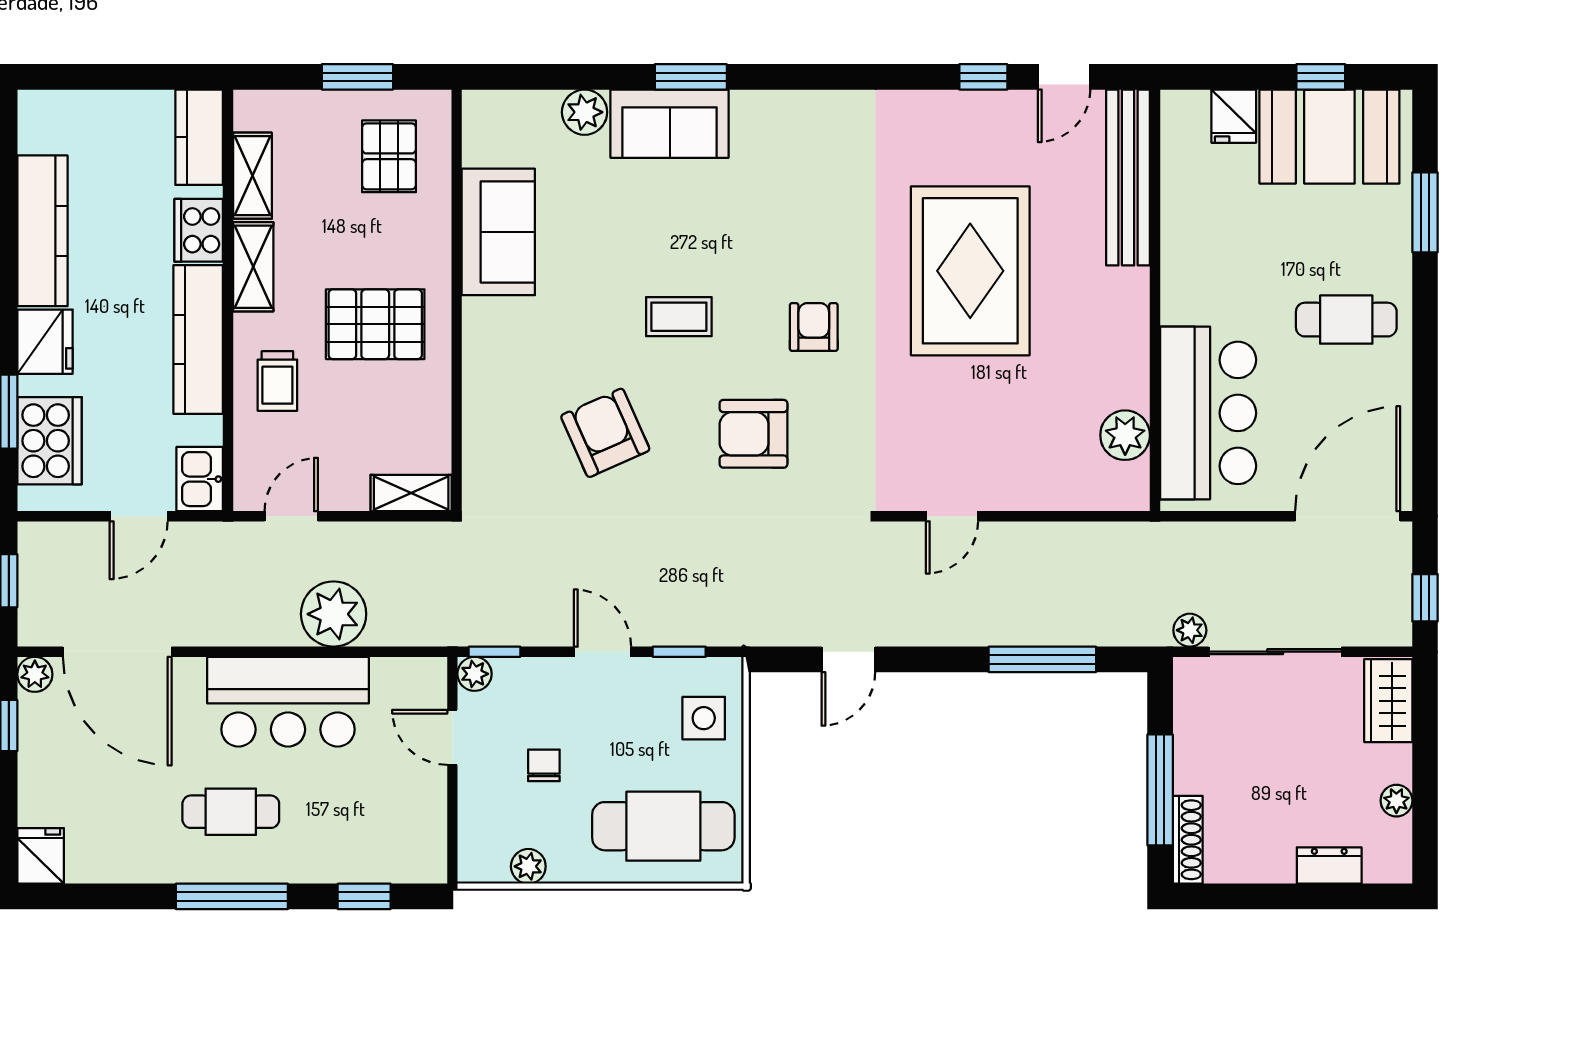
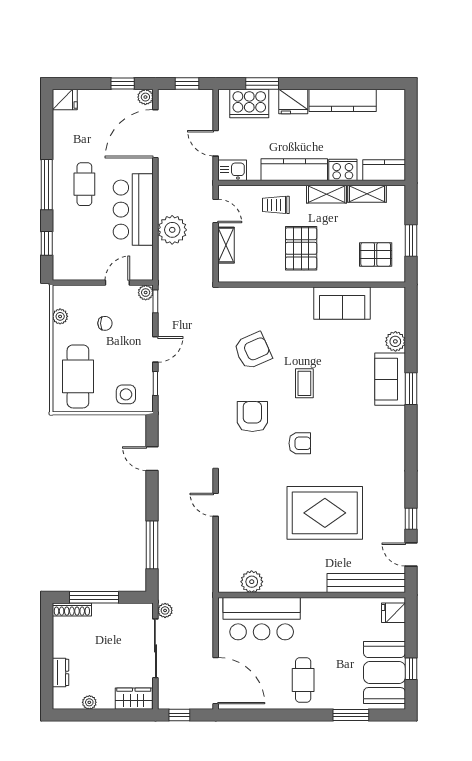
fridge: (1234, 116) -> (394, 613), moved
shelving: (411, 493) -> (226, 245), moved

